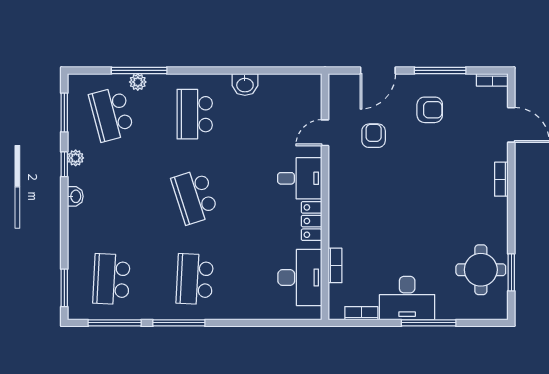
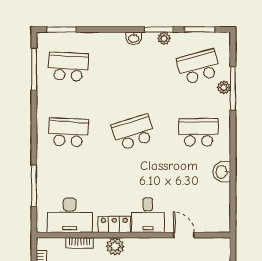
window: (64, 164) -> (159, 30), width x1.50
plant: (340, 220) -> (115, 246), added
window: (179, 323) -> (34, 186), moved

